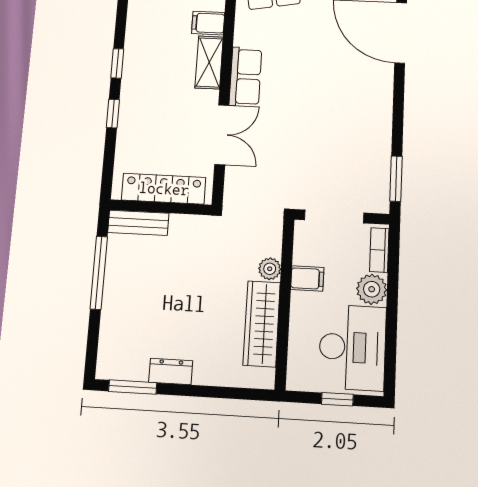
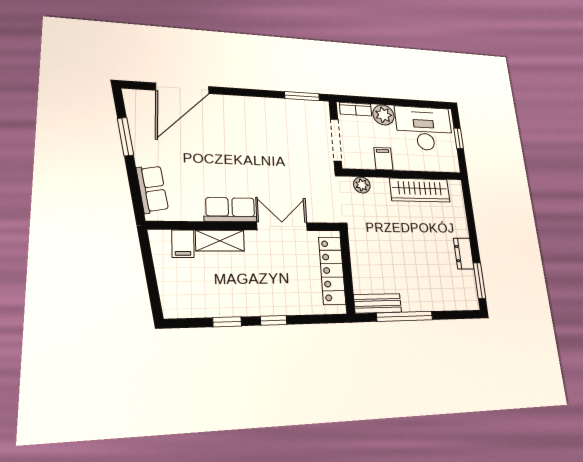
bench: (138, 223) -> (378, 303), moved, turned 90
plant: (270, 269) -> (362, 185), moved

